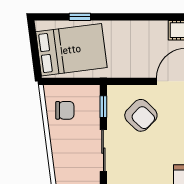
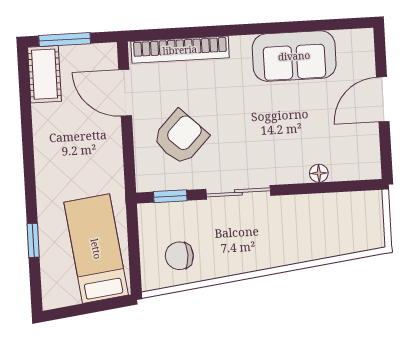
bed: (71, 50) -> (96, 249), width x0.67
chair: (65, 110) -> (179, 256), turned -90

